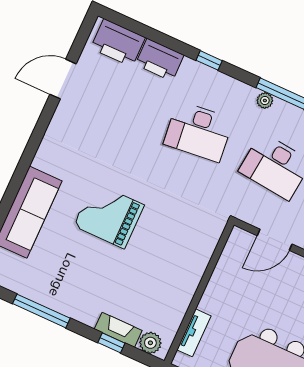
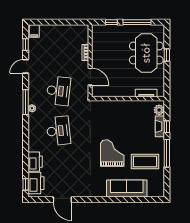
window: (209, 60) -> (26, 184), moved
grand piano: (109, 215) -> (112, 153), turned 180
coffee table: (64, 271) -> (145, 162), added
window: (41, 311) -> (167, 153), moved

